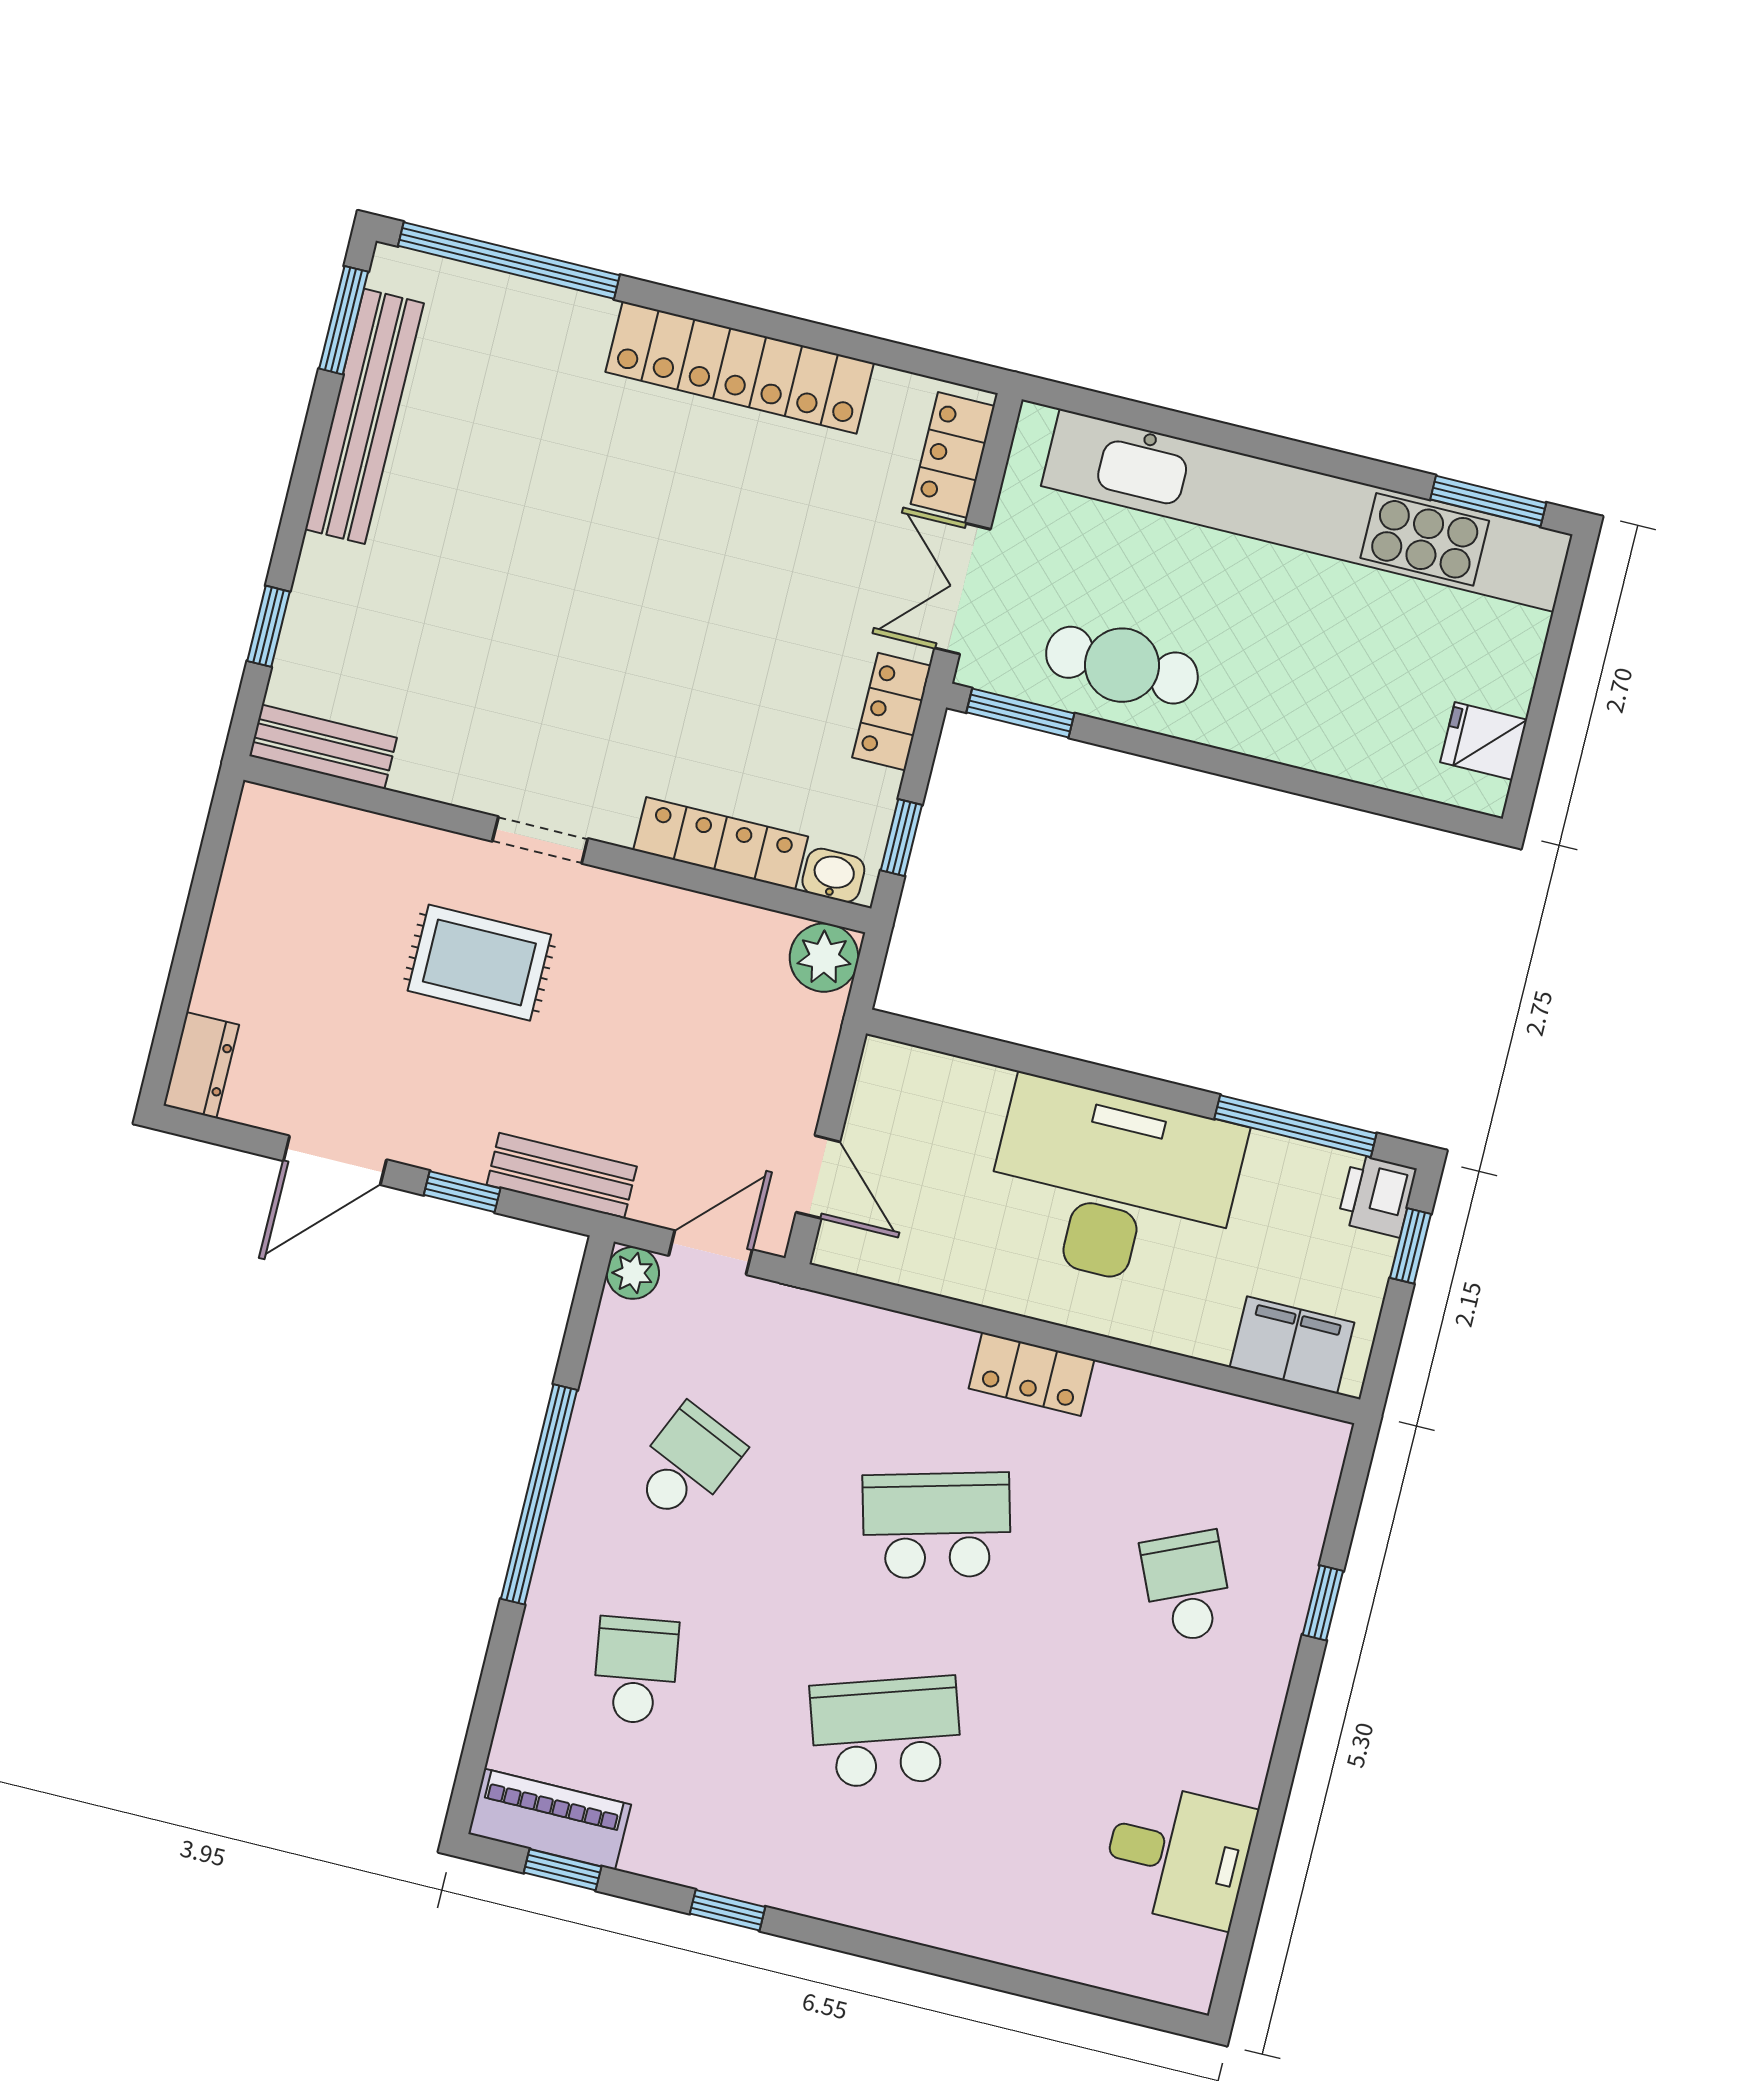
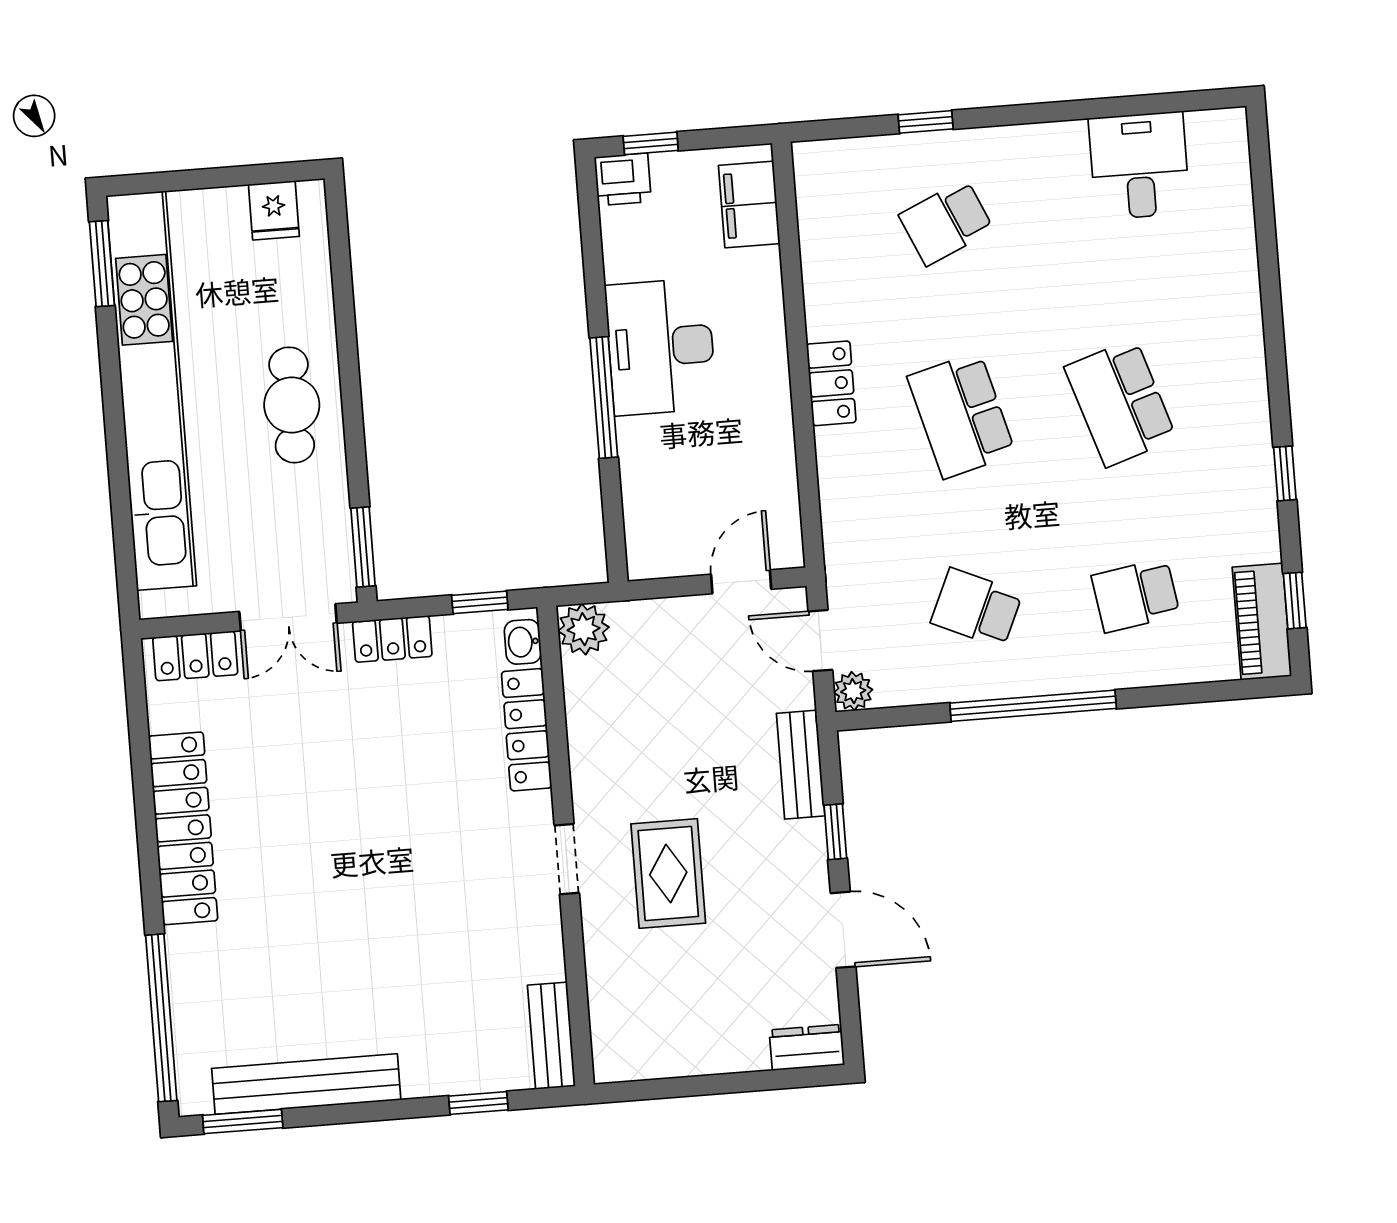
cafe table: (1122, 665) -> (292, 405), moved
window: (1295, 1126) -> (604, 397), moved
desk: (1113, 1186) -> (661, 347), width x0.73, depth x0.77

